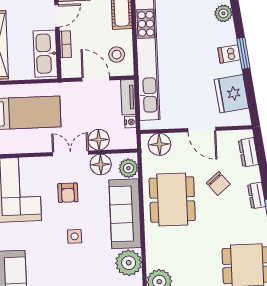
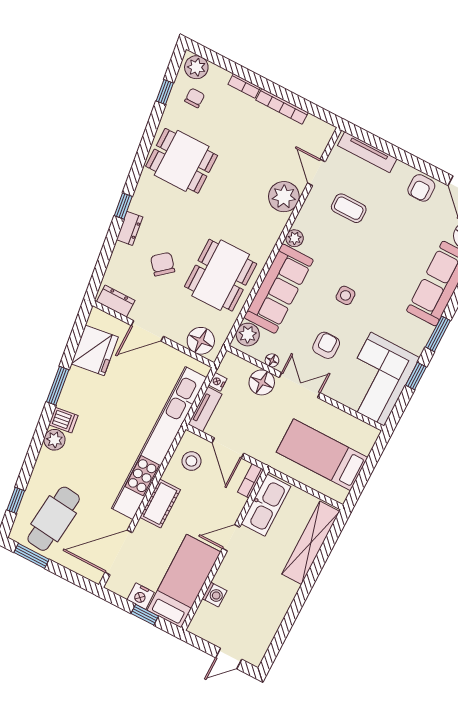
bookcase: (65, 44) -> (251, 481), moved
dishwasher: (229, 54) -> (63, 420), moved
door: (202, 129) -> (147, 331), swing flipped
dresser: (248, 152) -> (116, 301), moved, turned -83
double door: (71, 153) -> (300, 385), swing flipped
floor lamp: (101, 164) -> (272, 360), width x0.53, depth x0.53
plant: (129, 263) -> (295, 238), width x0.53, depth x0.53

